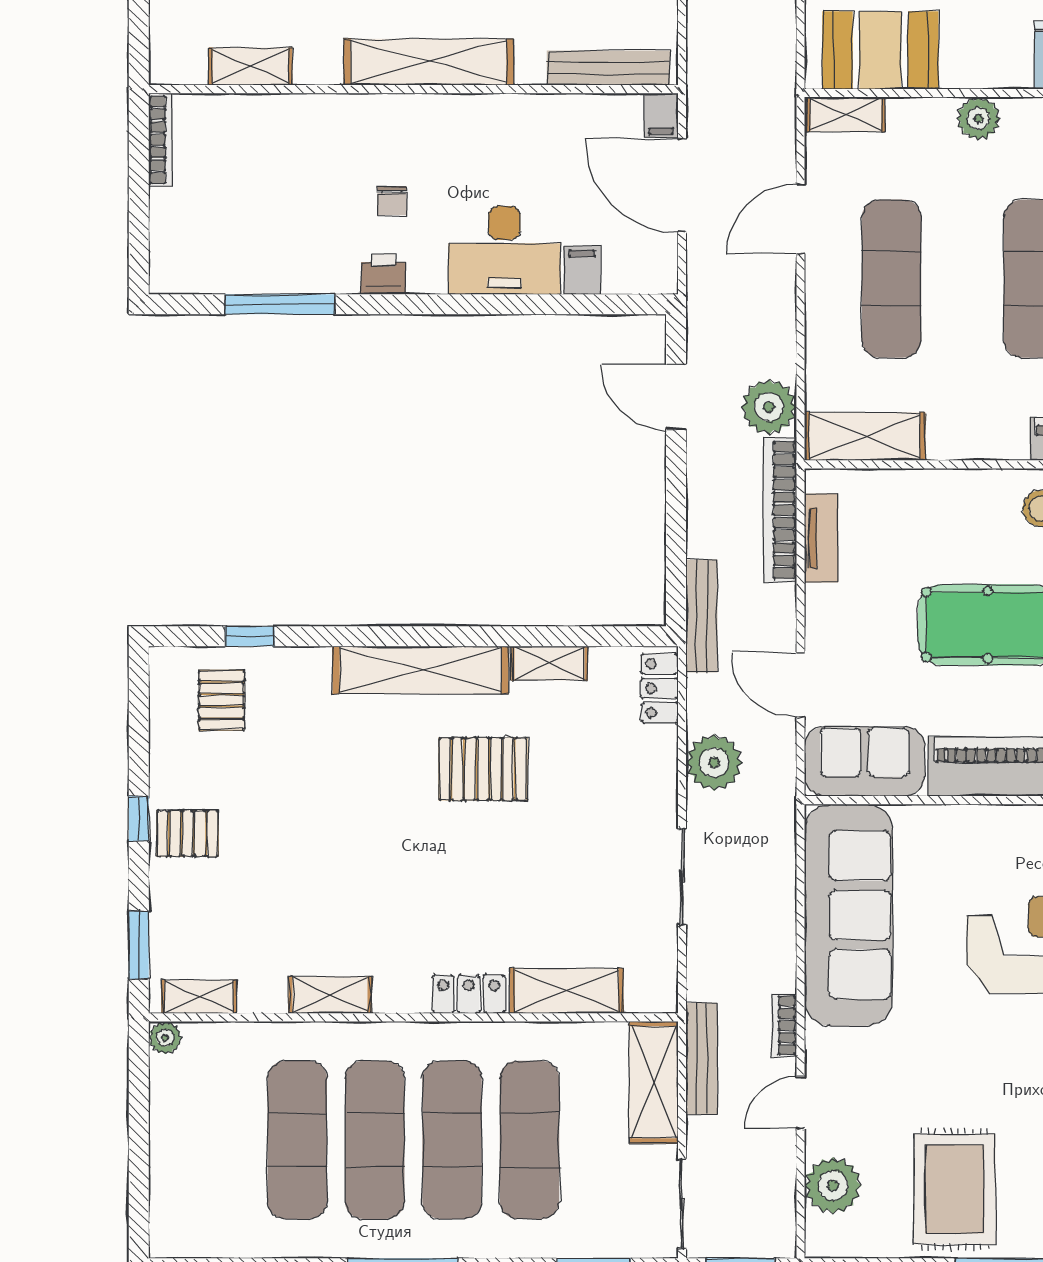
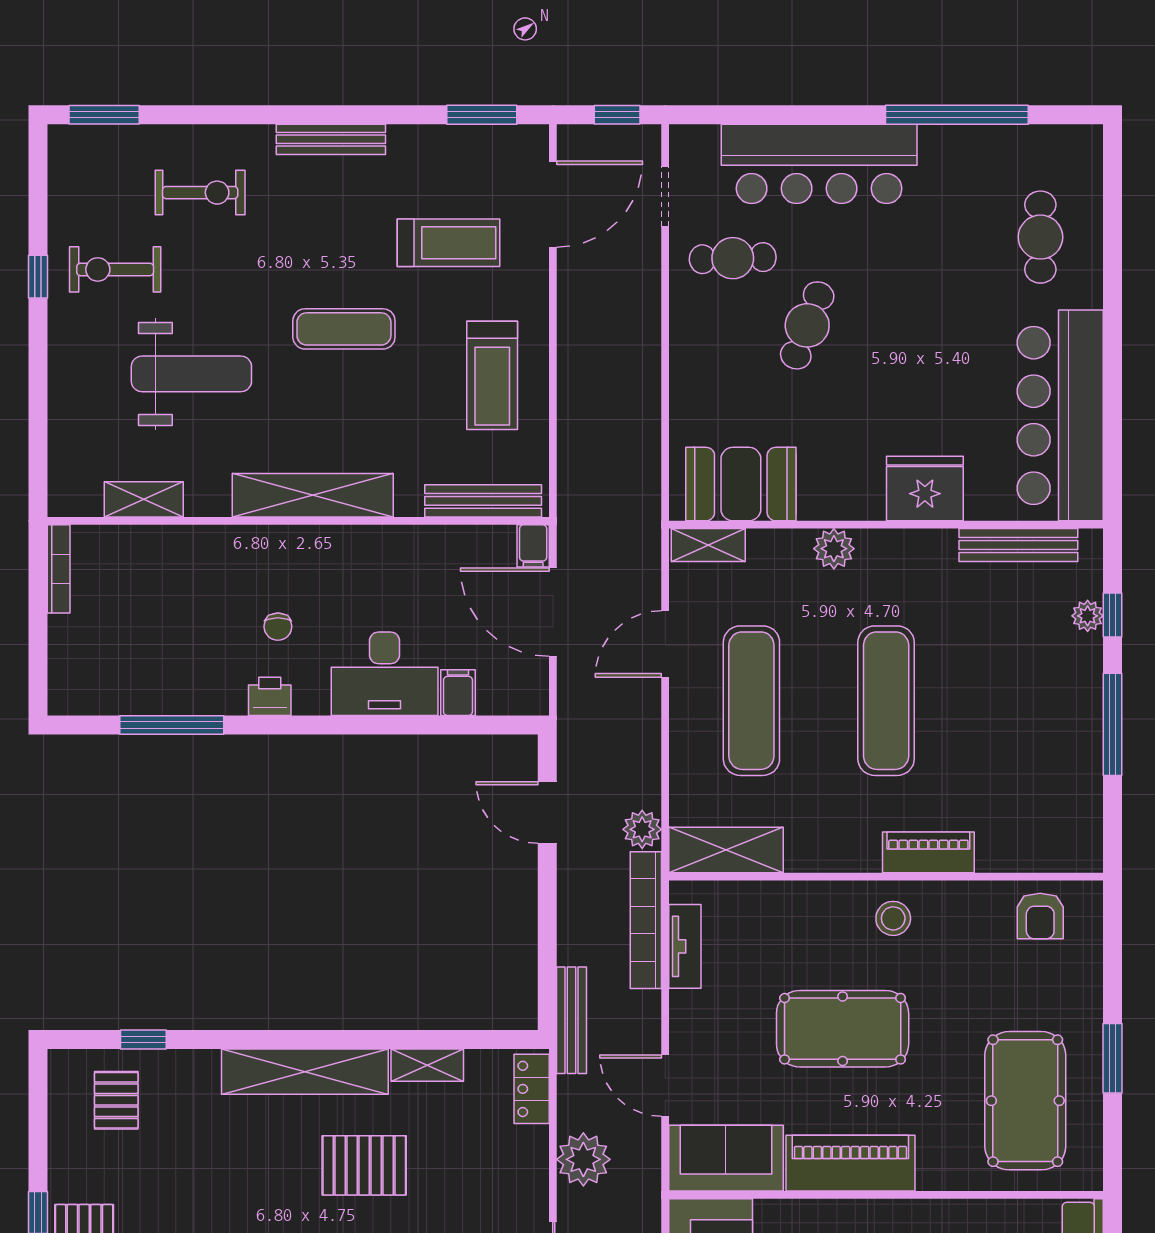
plant: (769, 407) -> (642, 829), width x0.73, depth x0.73

